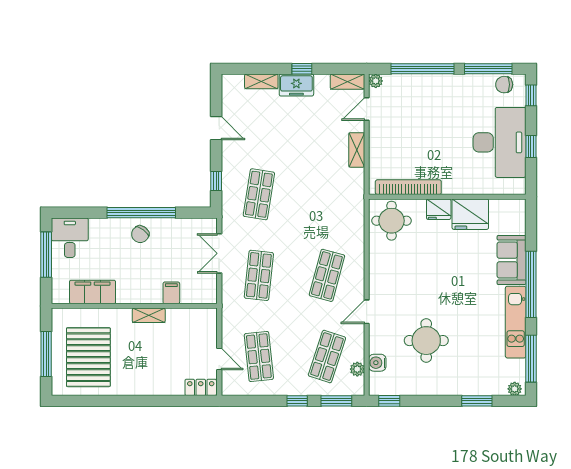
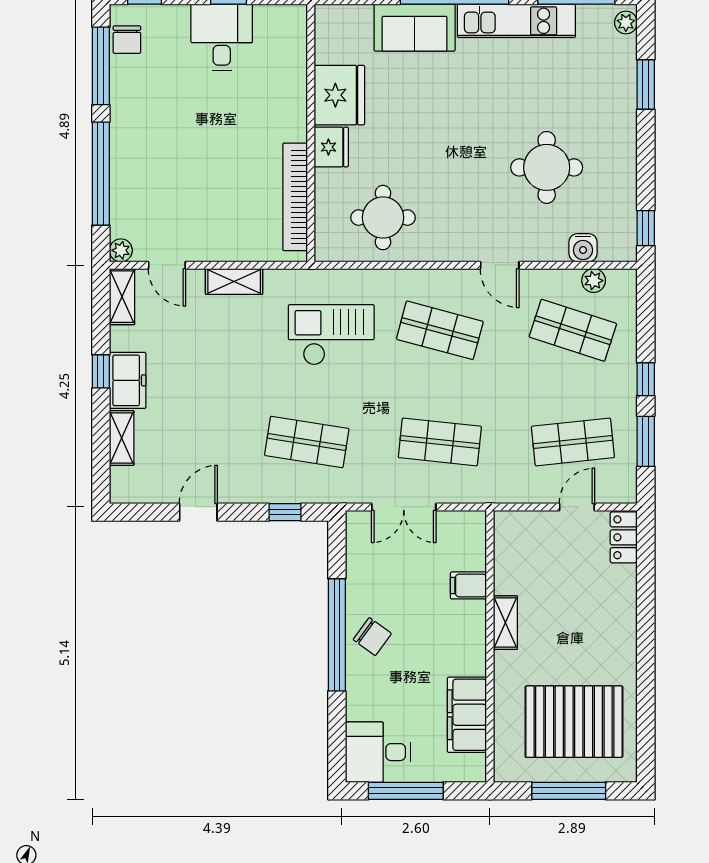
desk: (499, 142) -> (222, 37), width x0.53, depth x0.77
checkout: (324, 209) -> (331, 335), added
round table: (392, 221) -> (383, 218), moved
window: (336, 401) -> (646, 441), moved

